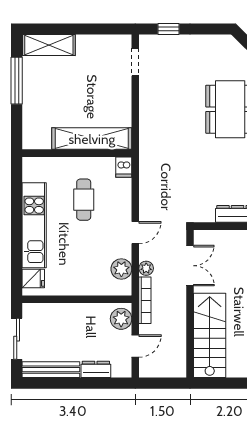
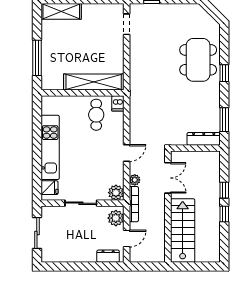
window: (17, 81) -> (37, 58), moved
cafe table: (84, 200) -> (96, 115), moved
plant: (121, 269) -> (116, 193), moved
sliding door: (75, 299) -> (81, 203), added
dresser: (96, 369) -> (108, 256), moved
bench: (51, 370) -> (63, 256), removed

